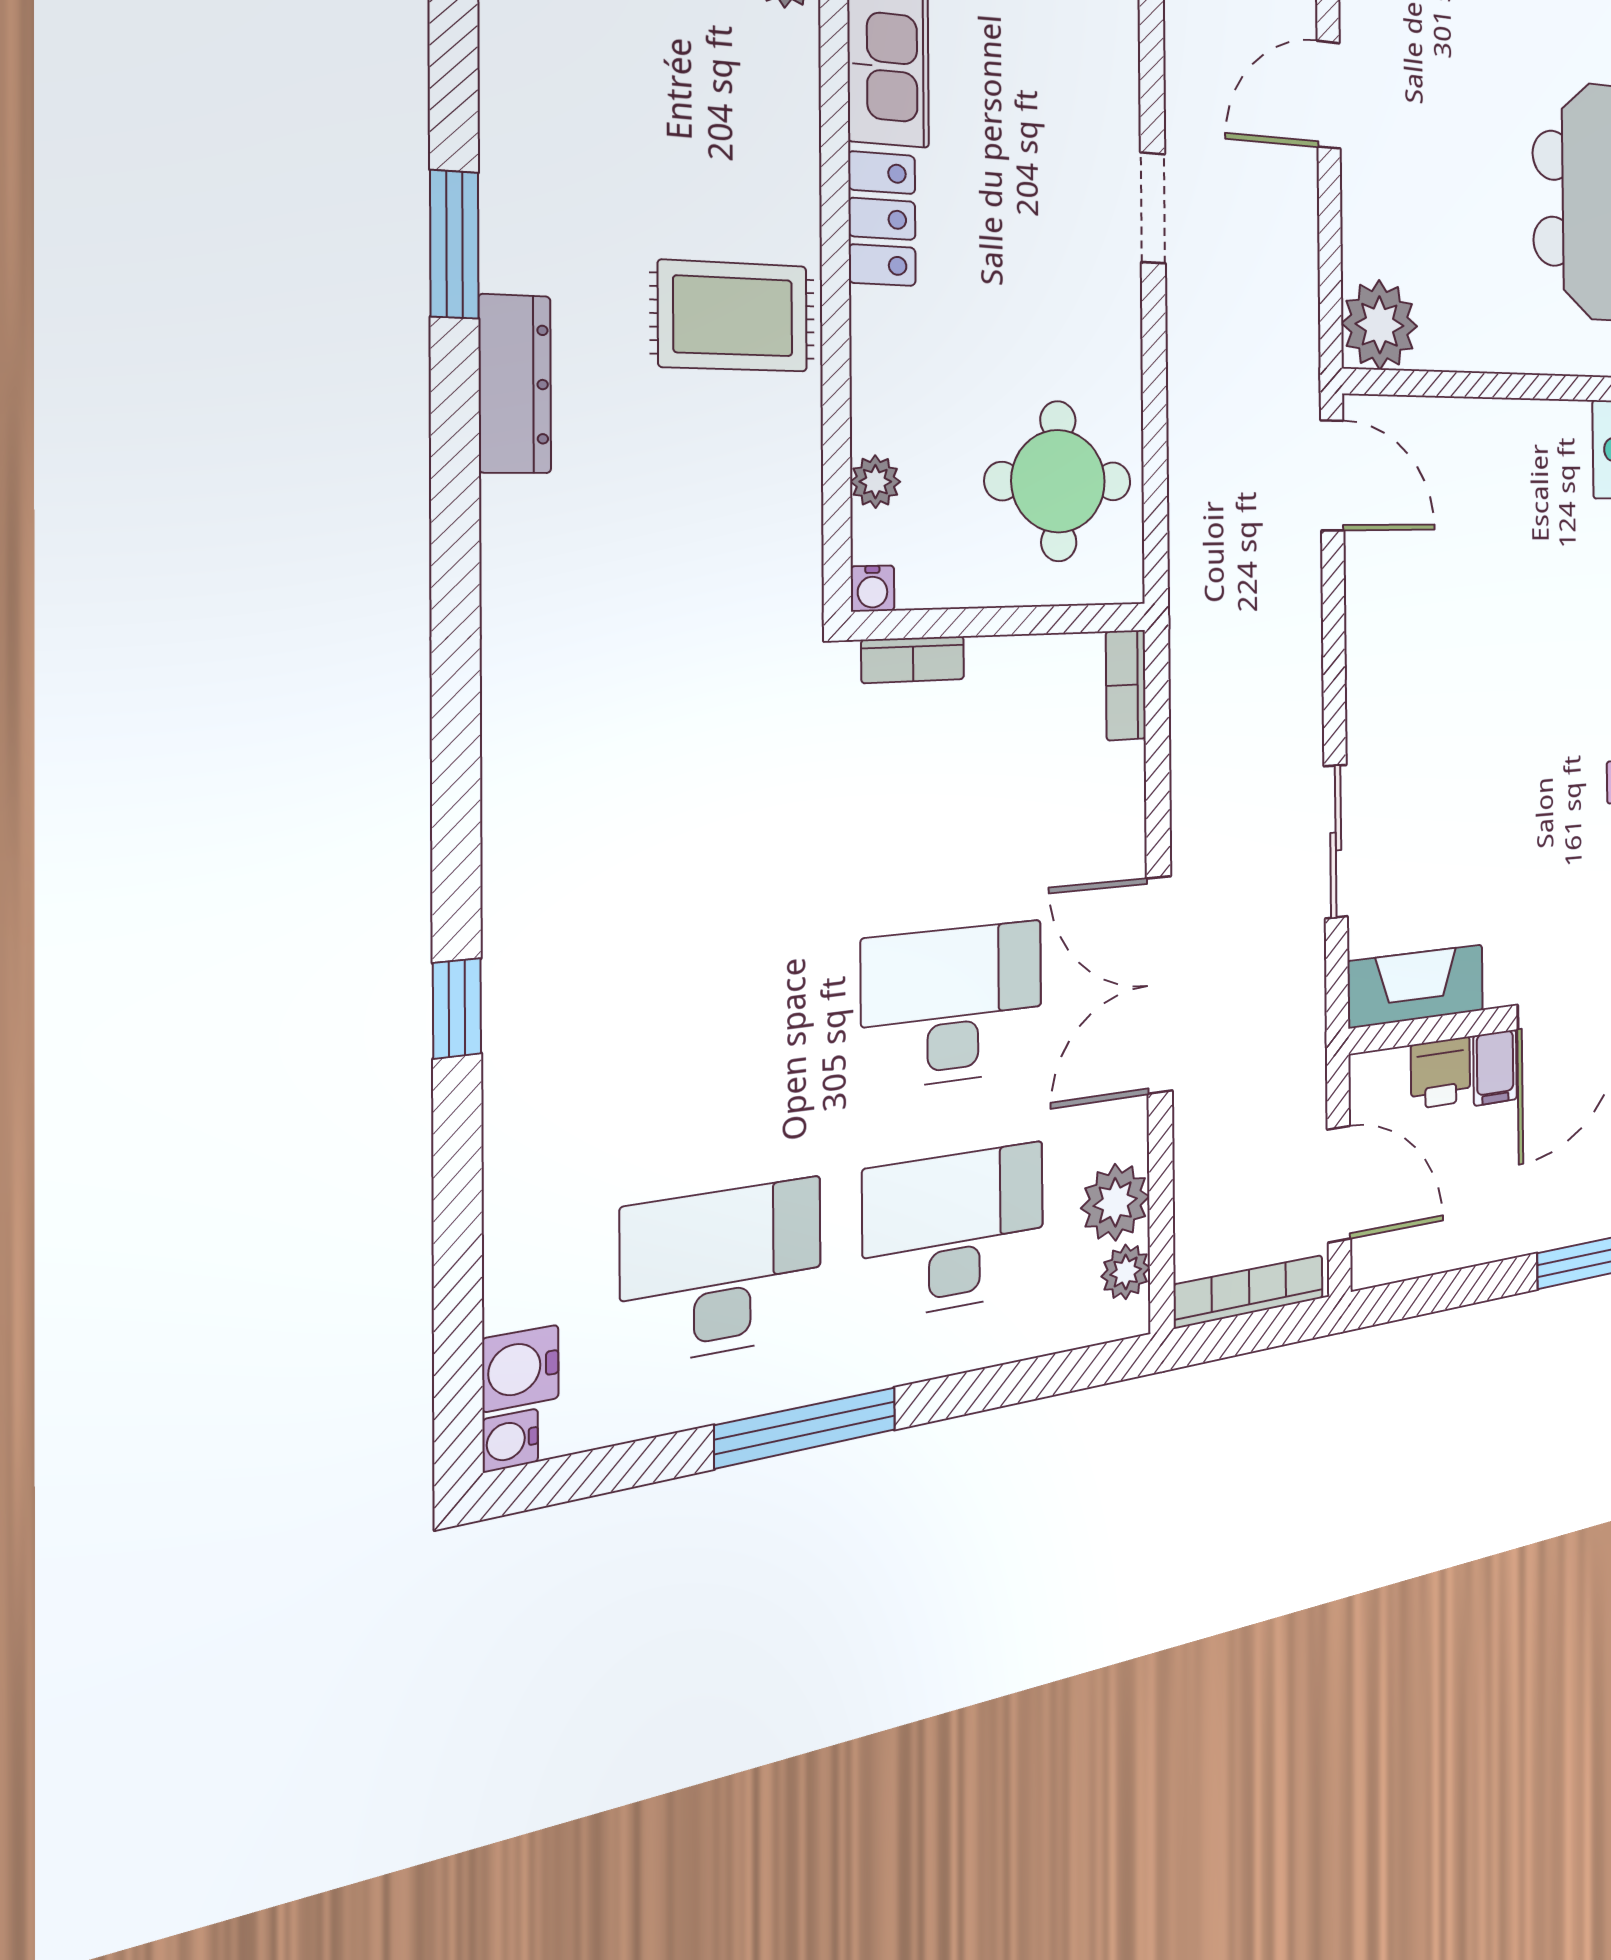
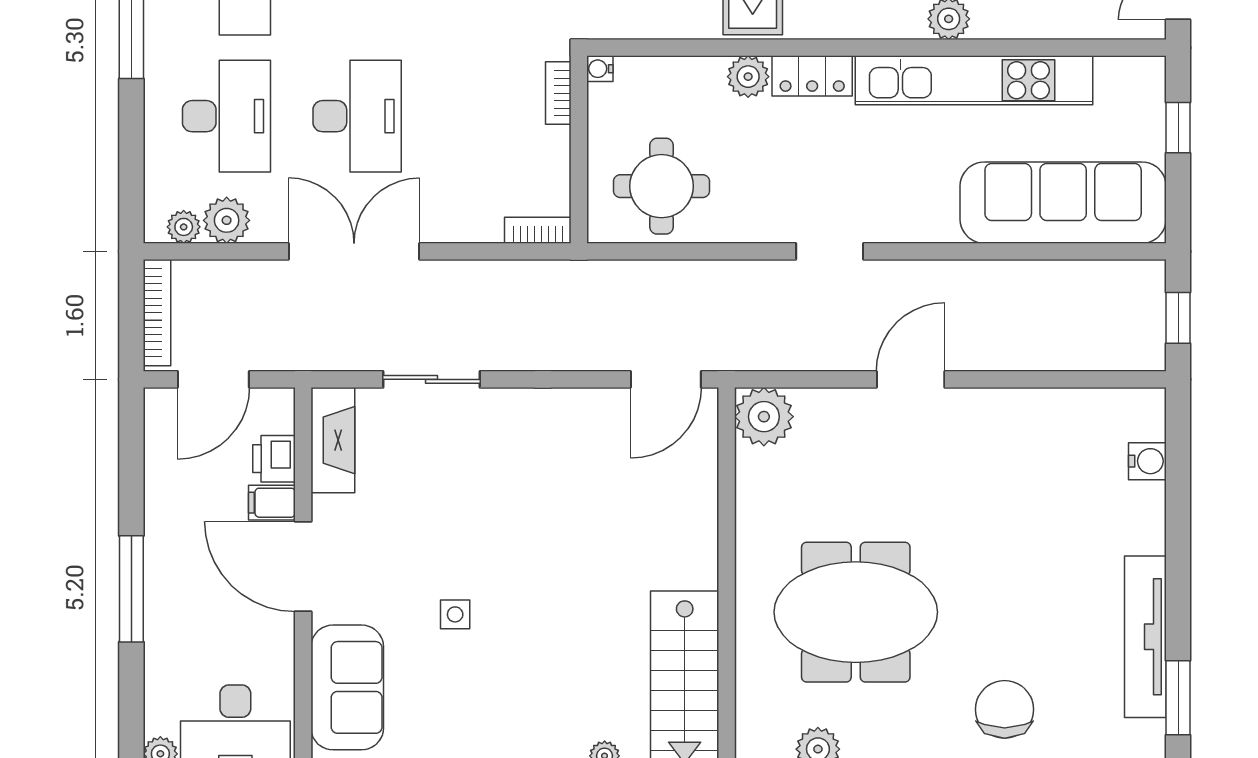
door: (1329, 95) -> (911, 379), hinge flipped
plant: (875, 482) -> (748, 77), moved, width x1.38, depth x1.38

